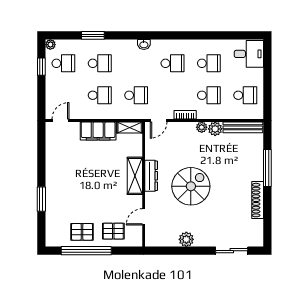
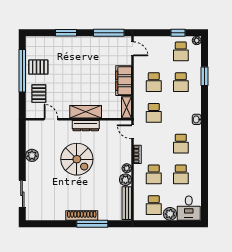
plant: (256, 76) -> (170, 214), added
window: (41, 148) -> (109, 33), added
shoe rack: (258, 200) -> (82, 215), moved
pallet: (82, 232) -> (38, 67), turned 90

